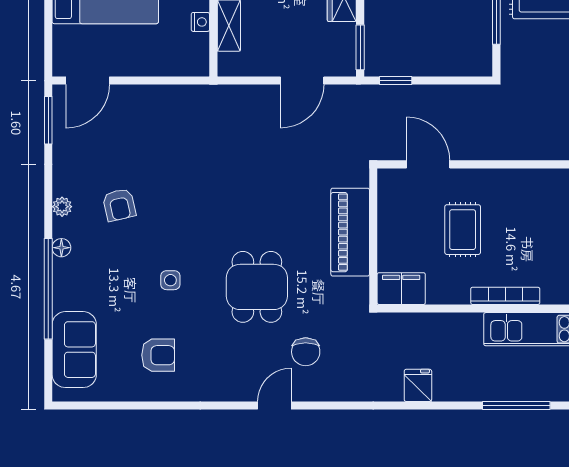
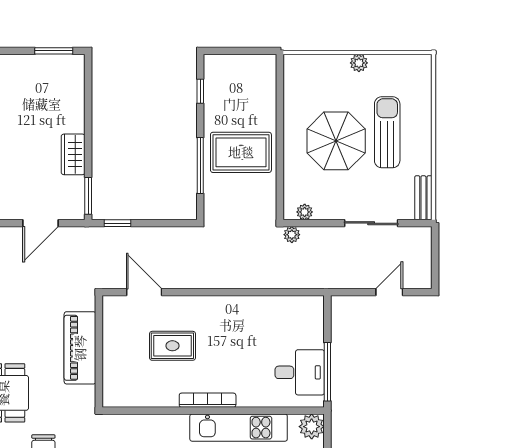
rug: (463, 230) -> (172, 346), turned 90
filing cabinet: (401, 289) -> (122, 394), removed

